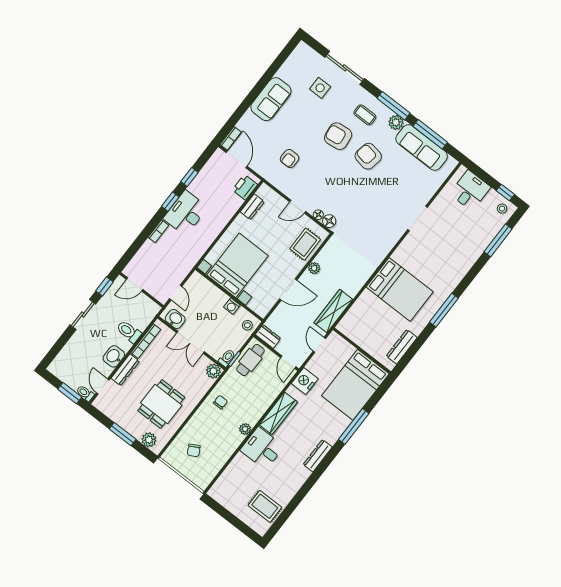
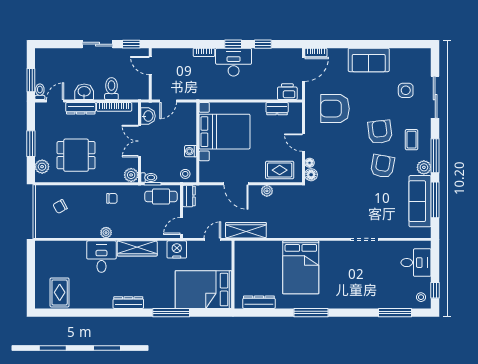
armchair: (290, 159) -> (335, 109), width x1.88, depth x1.88

